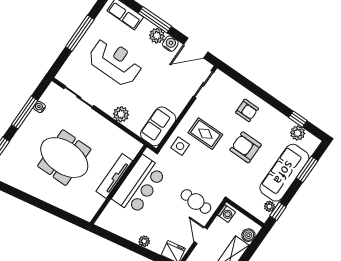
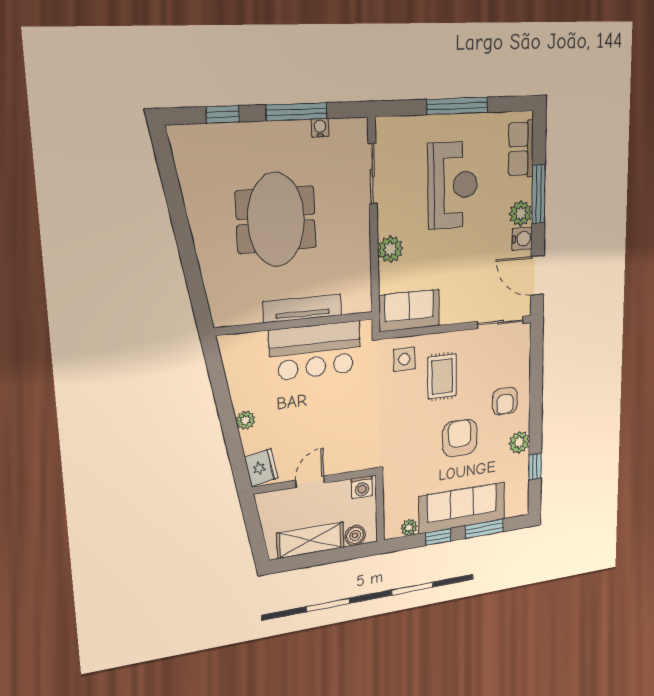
plant: (298, 133) -> (519, 442), moved
cafe table: (196, 202) -> (349, 439), removed
window: (278, 211) -> (438, 537), moved

